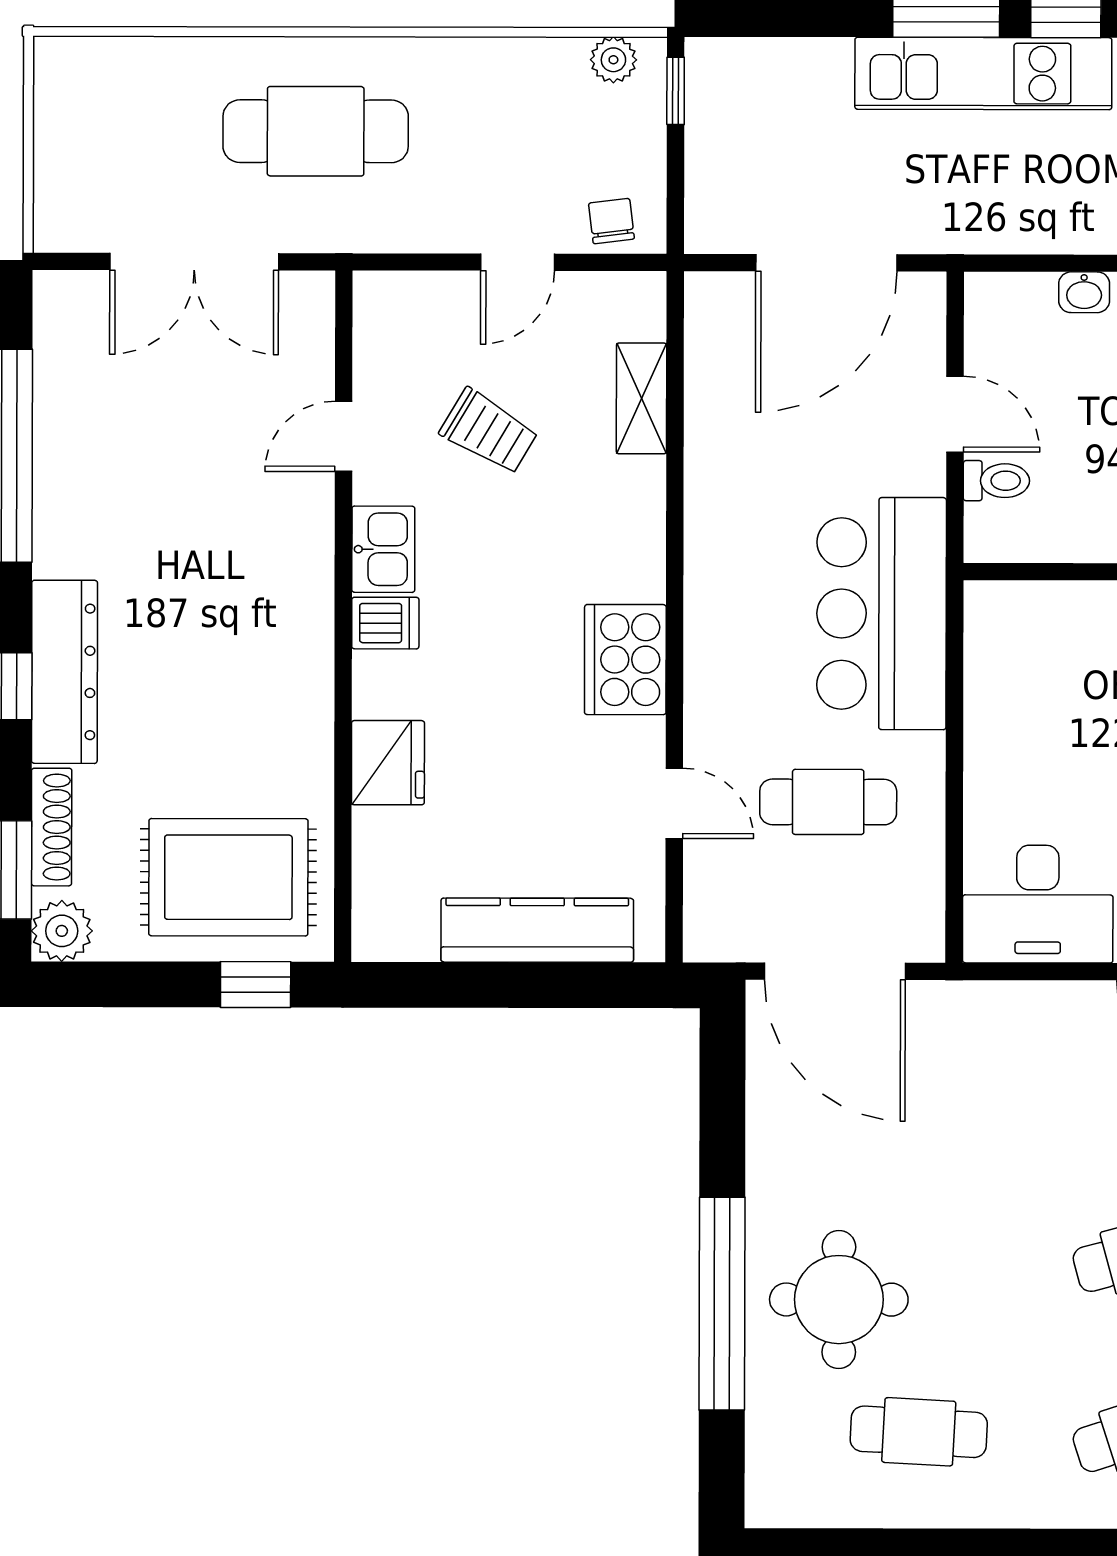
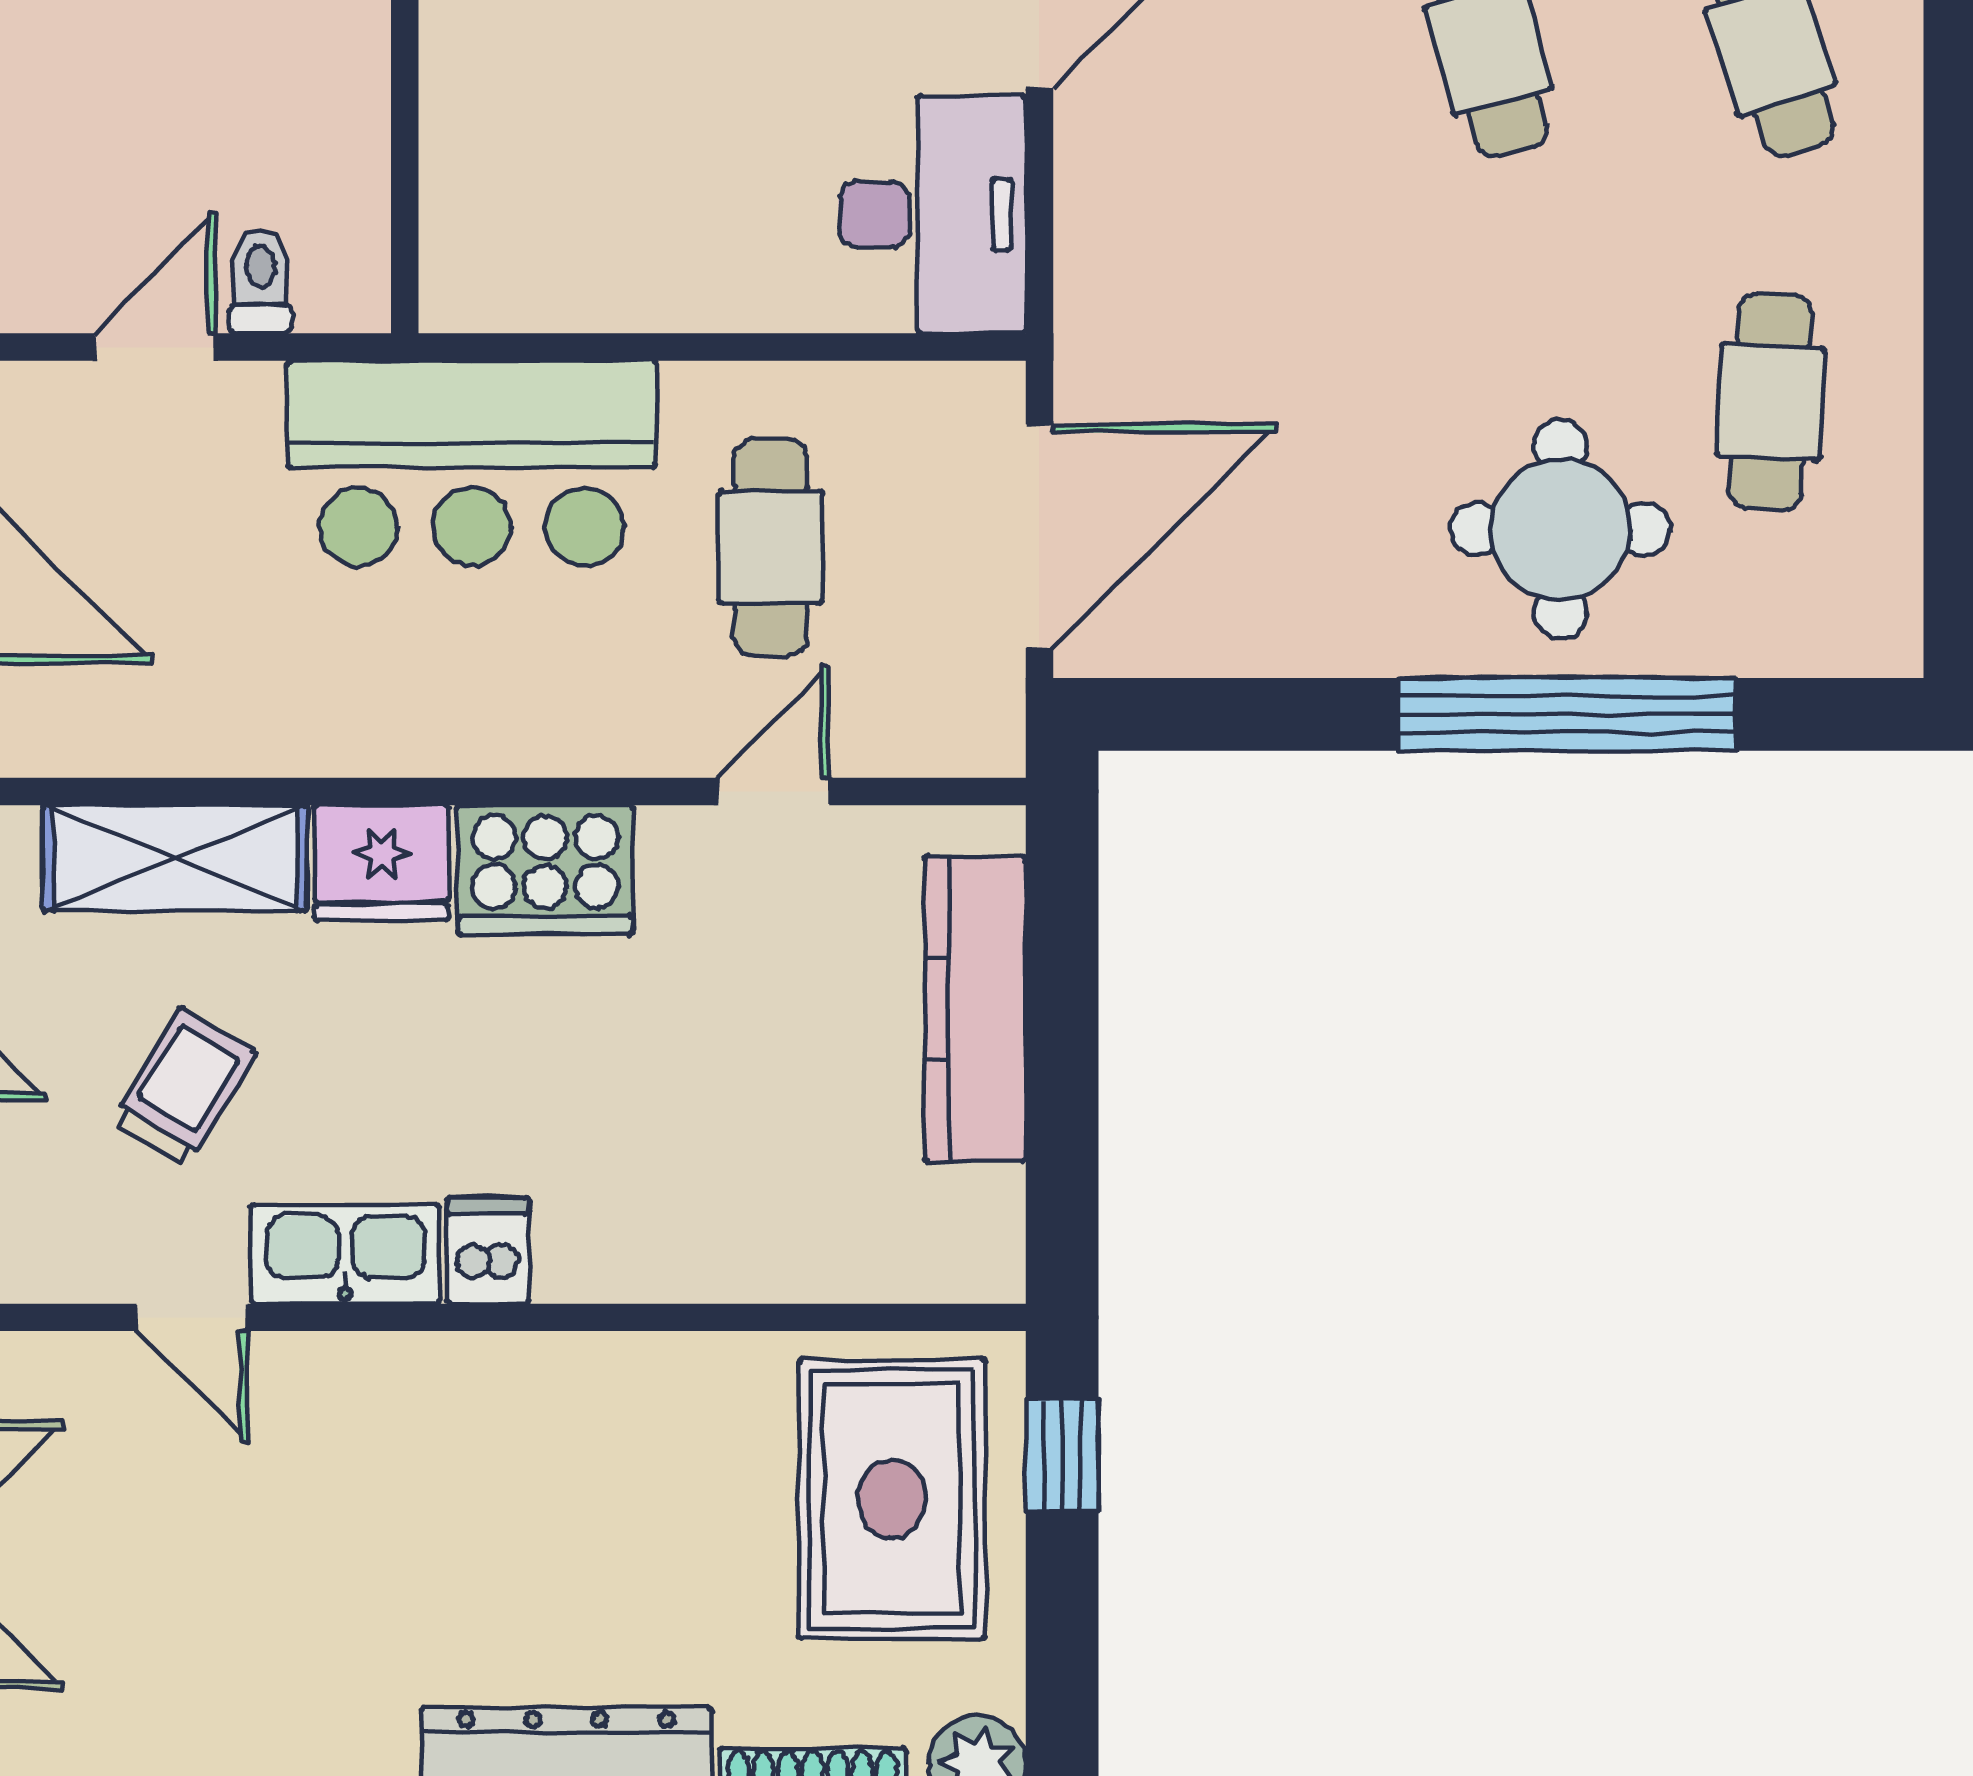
shelving: (641, 398) -> (175, 858), width x1.50, depth x1.33
kitchen sink: (383, 549) -> (345, 1254), width x1.38
fridge: (388, 763) -> (381, 863), moved, turned 180

